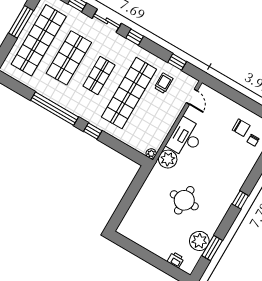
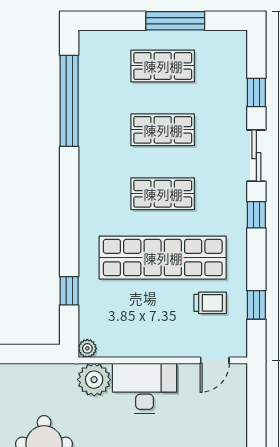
shop shelf: (39, 40) -> (163, 66), width x0.50, depth x0.74
shop shelf: (69, 58) -> (163, 130), width x0.70, depth x0.74
window: (55, 109) -> (69, 101), moved
window: (93, 131) -> (69, 291), moved

